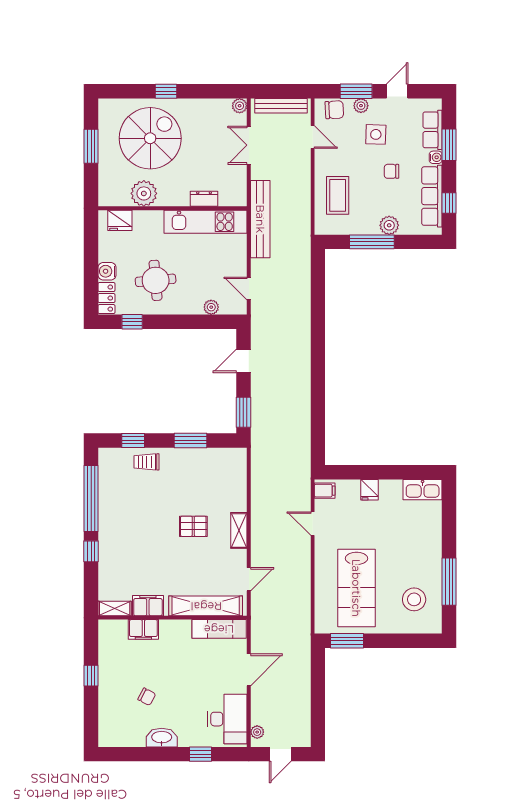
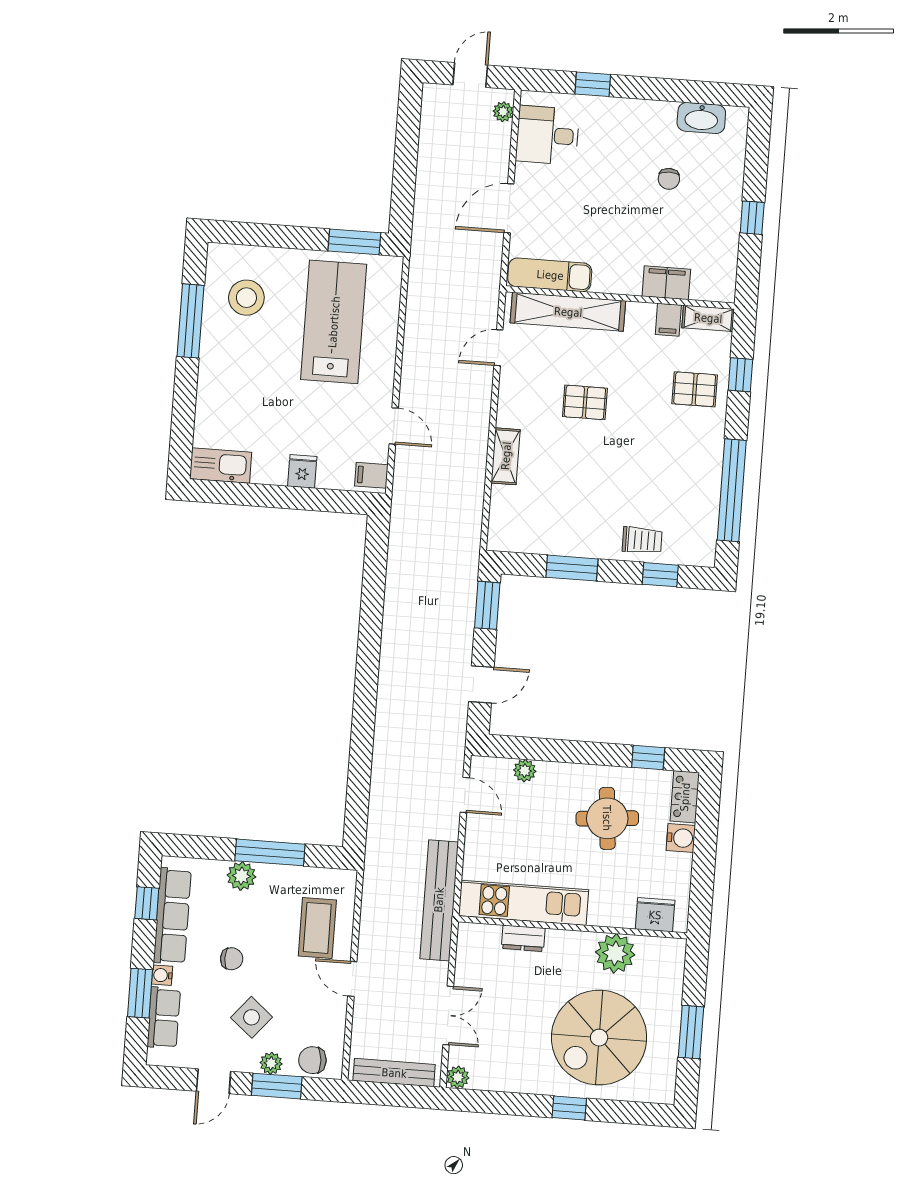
side table: (376, 134) -> (252, 1017), turned 38
door: (313, 137) -> (352, 979), moved
pallet: (193, 526) -> (585, 402), moved
shelving: (239, 530) -> (506, 456), moved
window: (91, 551) -> (740, 375), moved
pallet: (120, 562) -> (695, 389), added
filing cabinet: (148, 606) -> (668, 320), width x0.50
chair: (147, 697) -> (669, 179), turned -118
desk: (227, 719) -> (547, 135), width x0.73
washbasin: (162, 738) -> (701, 118), moved

